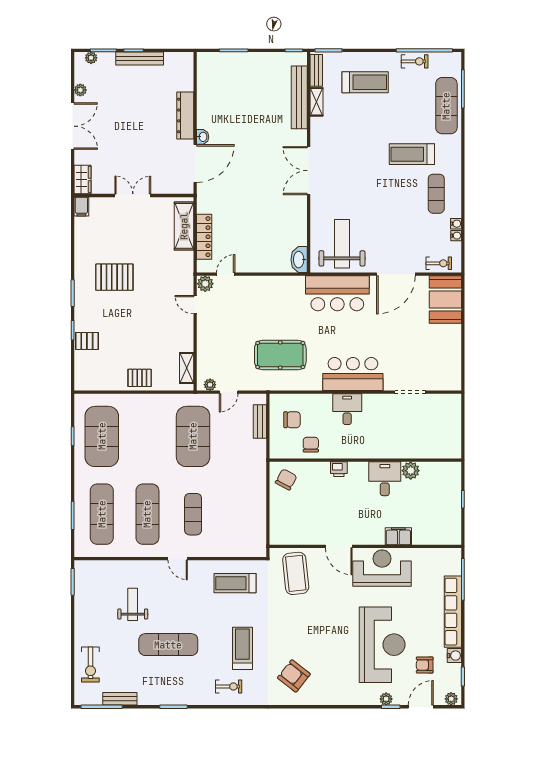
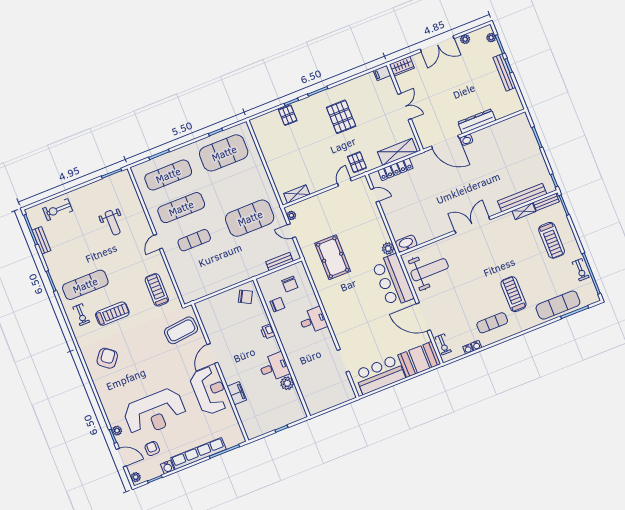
plant: (205, 284) -> (388, 248), moved
bar counter: (353, 374) -> (380, 375), moved, turned -90
pallet: (140, 378) -> (357, 162), moved
weight bench: (133, 604) -> (113, 223), turned 90
exercise mat: (168, 645) -> (85, 285), moved, turned 90

